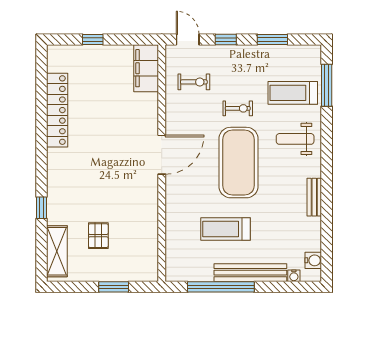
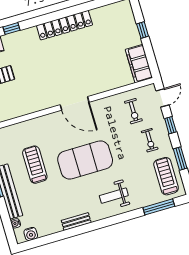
filing cabinet: (146, 68) -> (139, 64), moved, turned -90
treadmill: (293, 93) -> (166, 176), moved
exercise bike: (238, 108) -> (150, 140), moved
locker: (57, 110) -> (64, 25), moved
weight bench: (295, 139) -> (114, 196), turned -90

